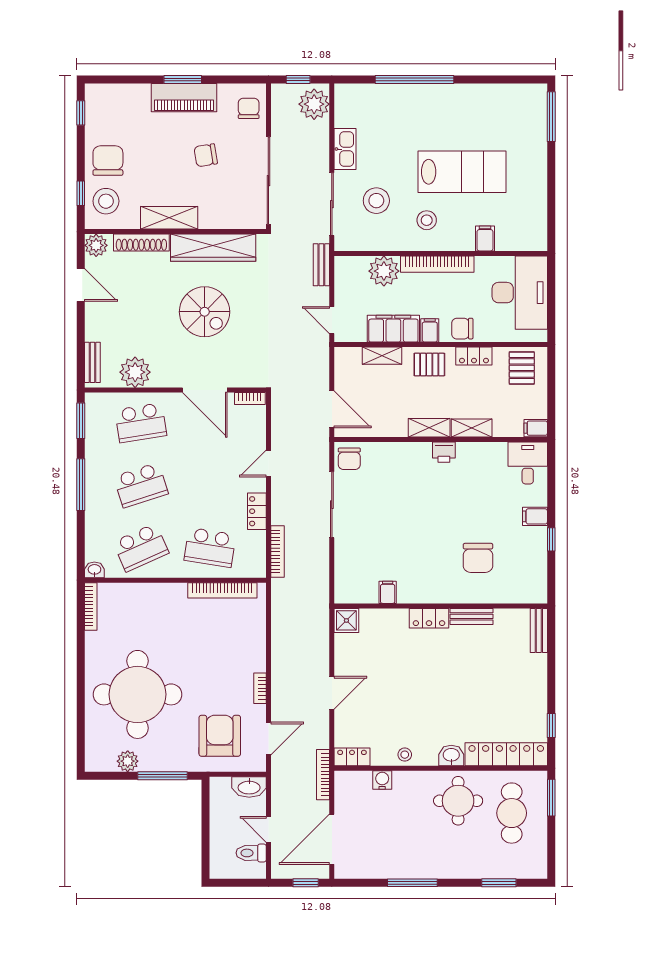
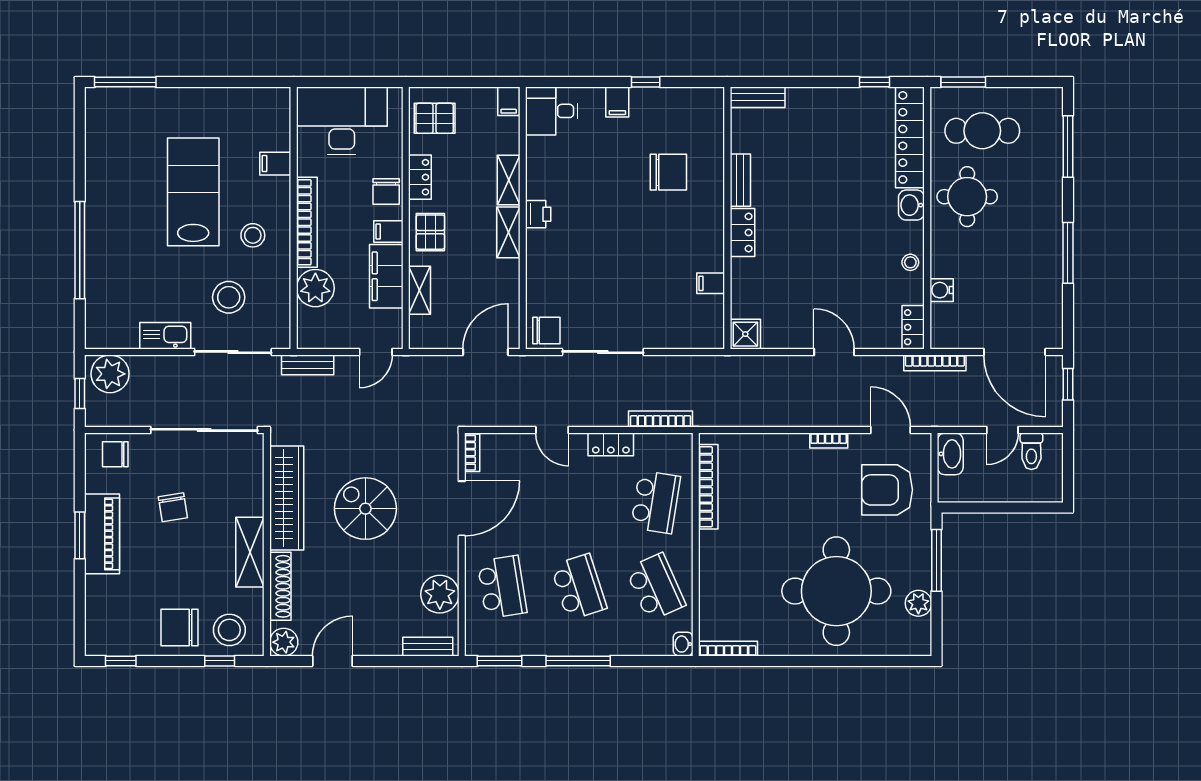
spiral stairs: (205, 312) -> (365, 509), turned -90
window: (499, 883) -> (1068, 147), width x1.44

